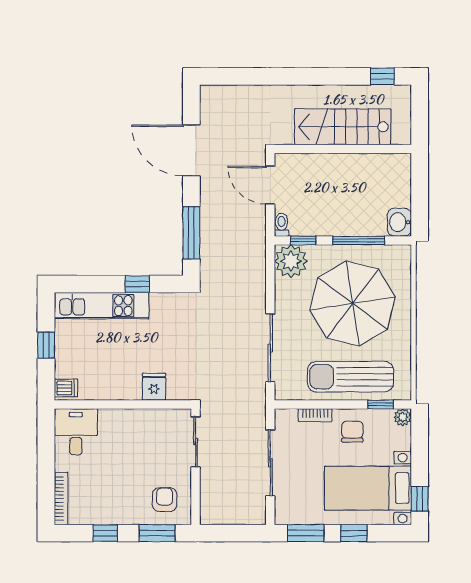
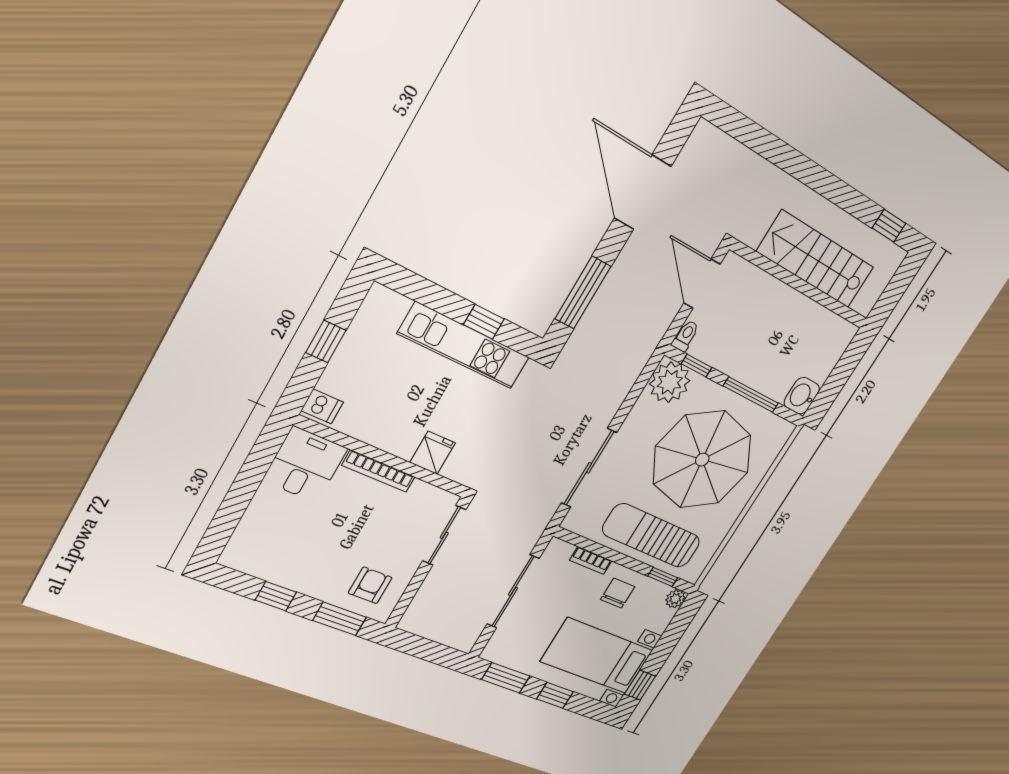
kitchen unit: (102, 306) -> (464, 346), moved
bookcase: (61, 498) -> (379, 471), moved, turned 90

